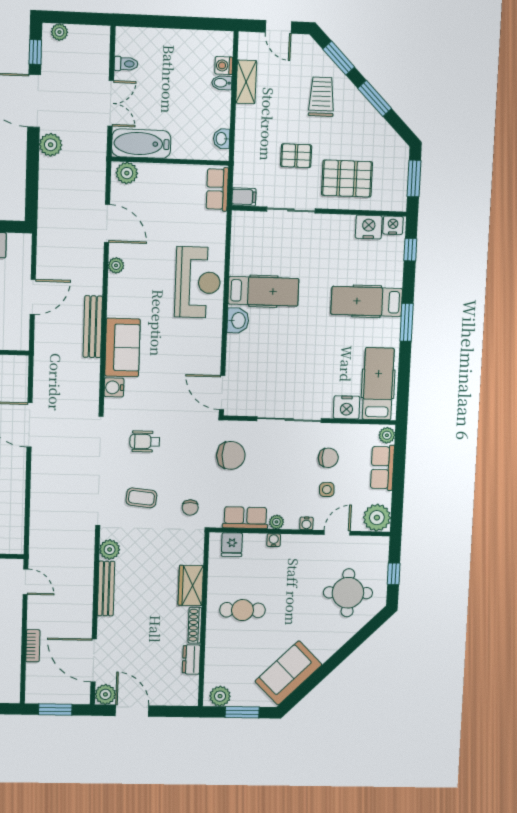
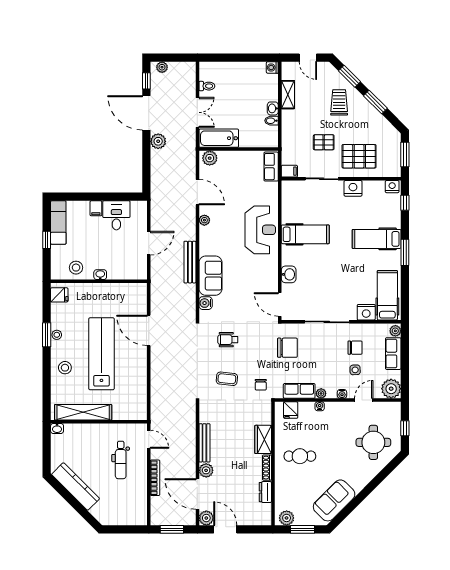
washing machine: (224, 66) -> (272, 67), moved
bidet: (222, 83) -> (271, 121), moved
washbasin: (222, 139) -> (273, 108), moved
nightstand: (369, 227) -> (353, 188), moved
washbasin: (238, 320) -> (289, 274), moved
plant: (110, 550) -> (206, 470), moved
bookcase: (33, 646) -> (155, 478), width x1.56

